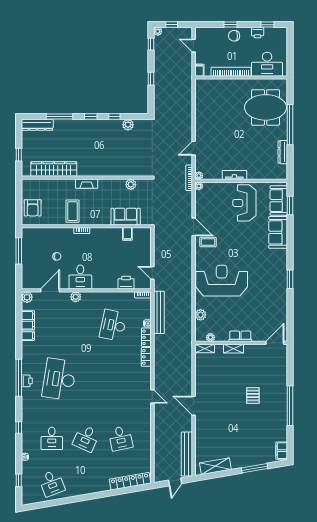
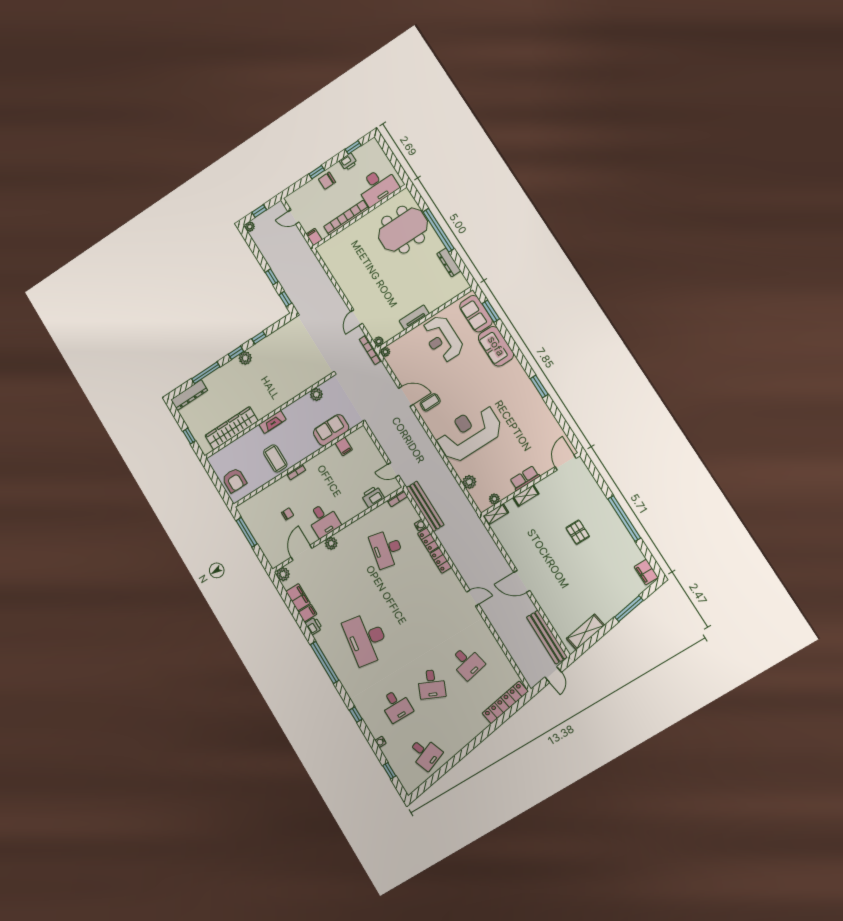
window: (151, 44) -> (285, 299), moved
plant: (128, 125) -> (245, 358), moved
printer: (27, 381) -> (314, 626), moved

